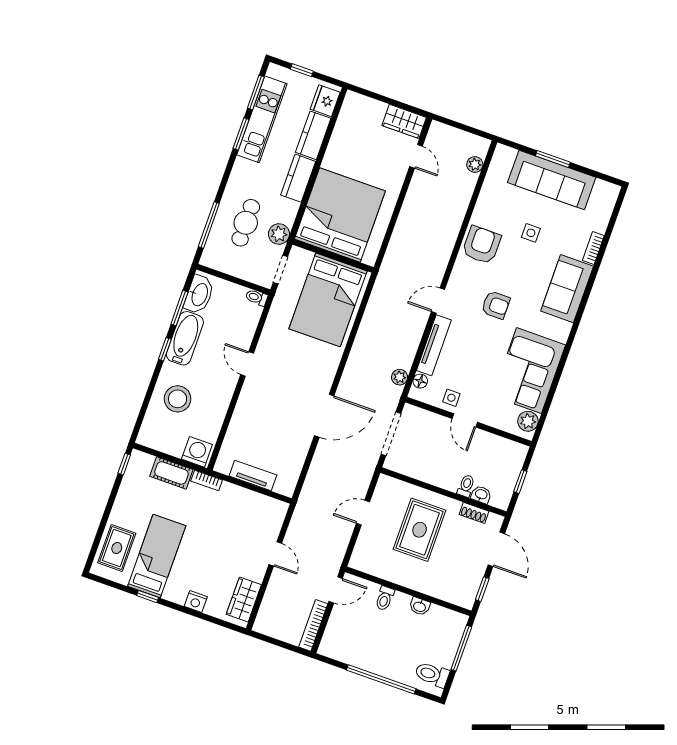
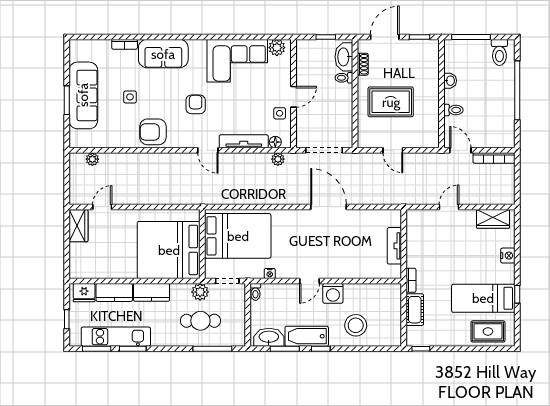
nightstand: (272, 321) -> (270, 273), added
washing machine: (197, 452) -> (333, 293), moved, turned -90
washbasin: (481, 495) -> (344, 57), width x1.91, depth x1.45

